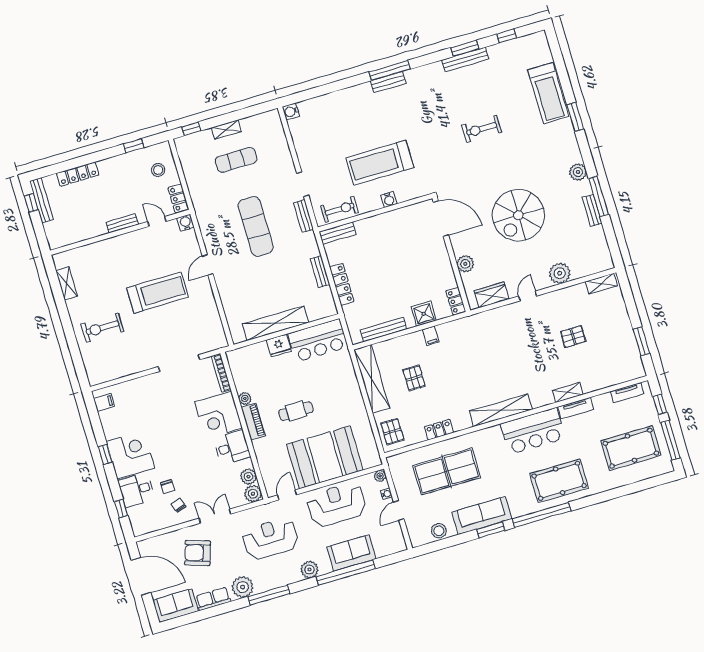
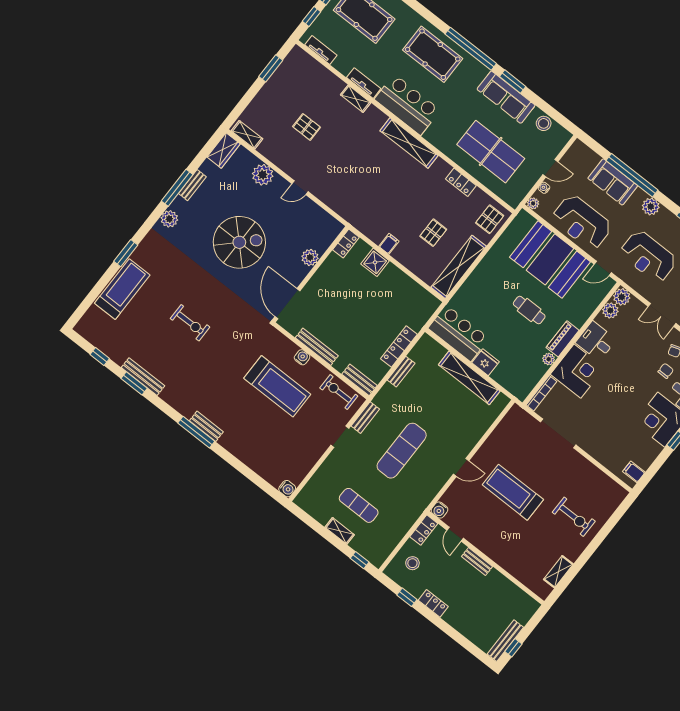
locker: (78, 174) -> (433, 603), moved, width x0.66
wardrobe: (492, 295) -> (224, 150), moved, turned -90
bench: (384, 330) -> (317, 347), moved

